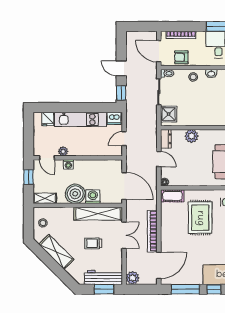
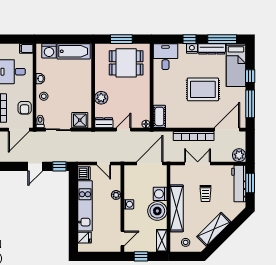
plant: (63, 151) -> (116, 195), moved
washing machine: (68, 164) -> (129, 204), moved
shelving: (98, 214) -> (177, 208), moved
rug: (200, 218) -> (203, 89), moved
door: (159, 265) -> (227, 130), hinge flipped

